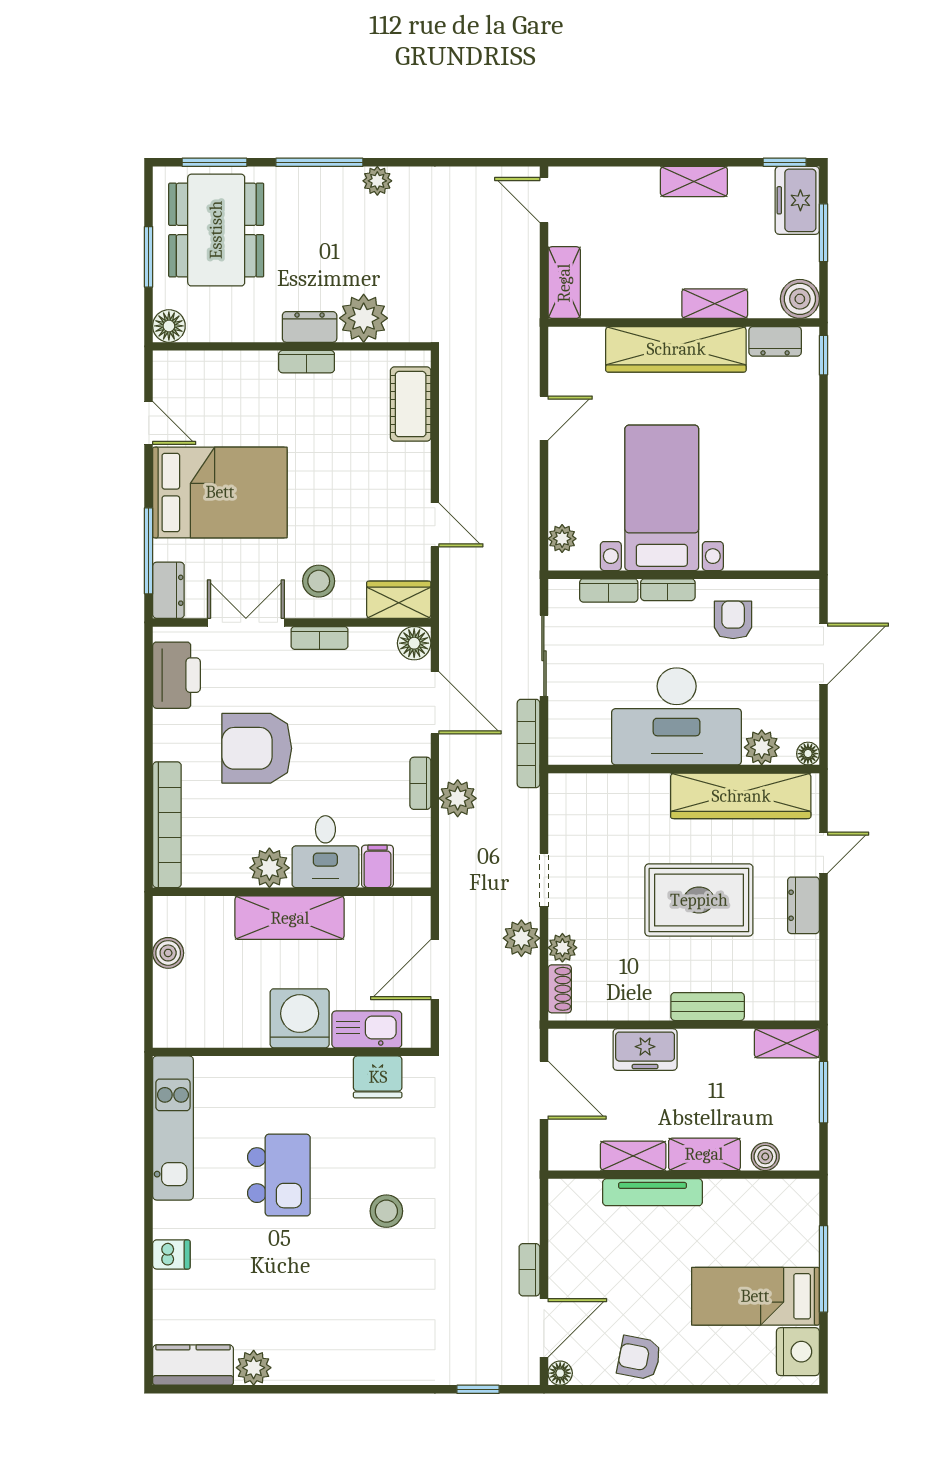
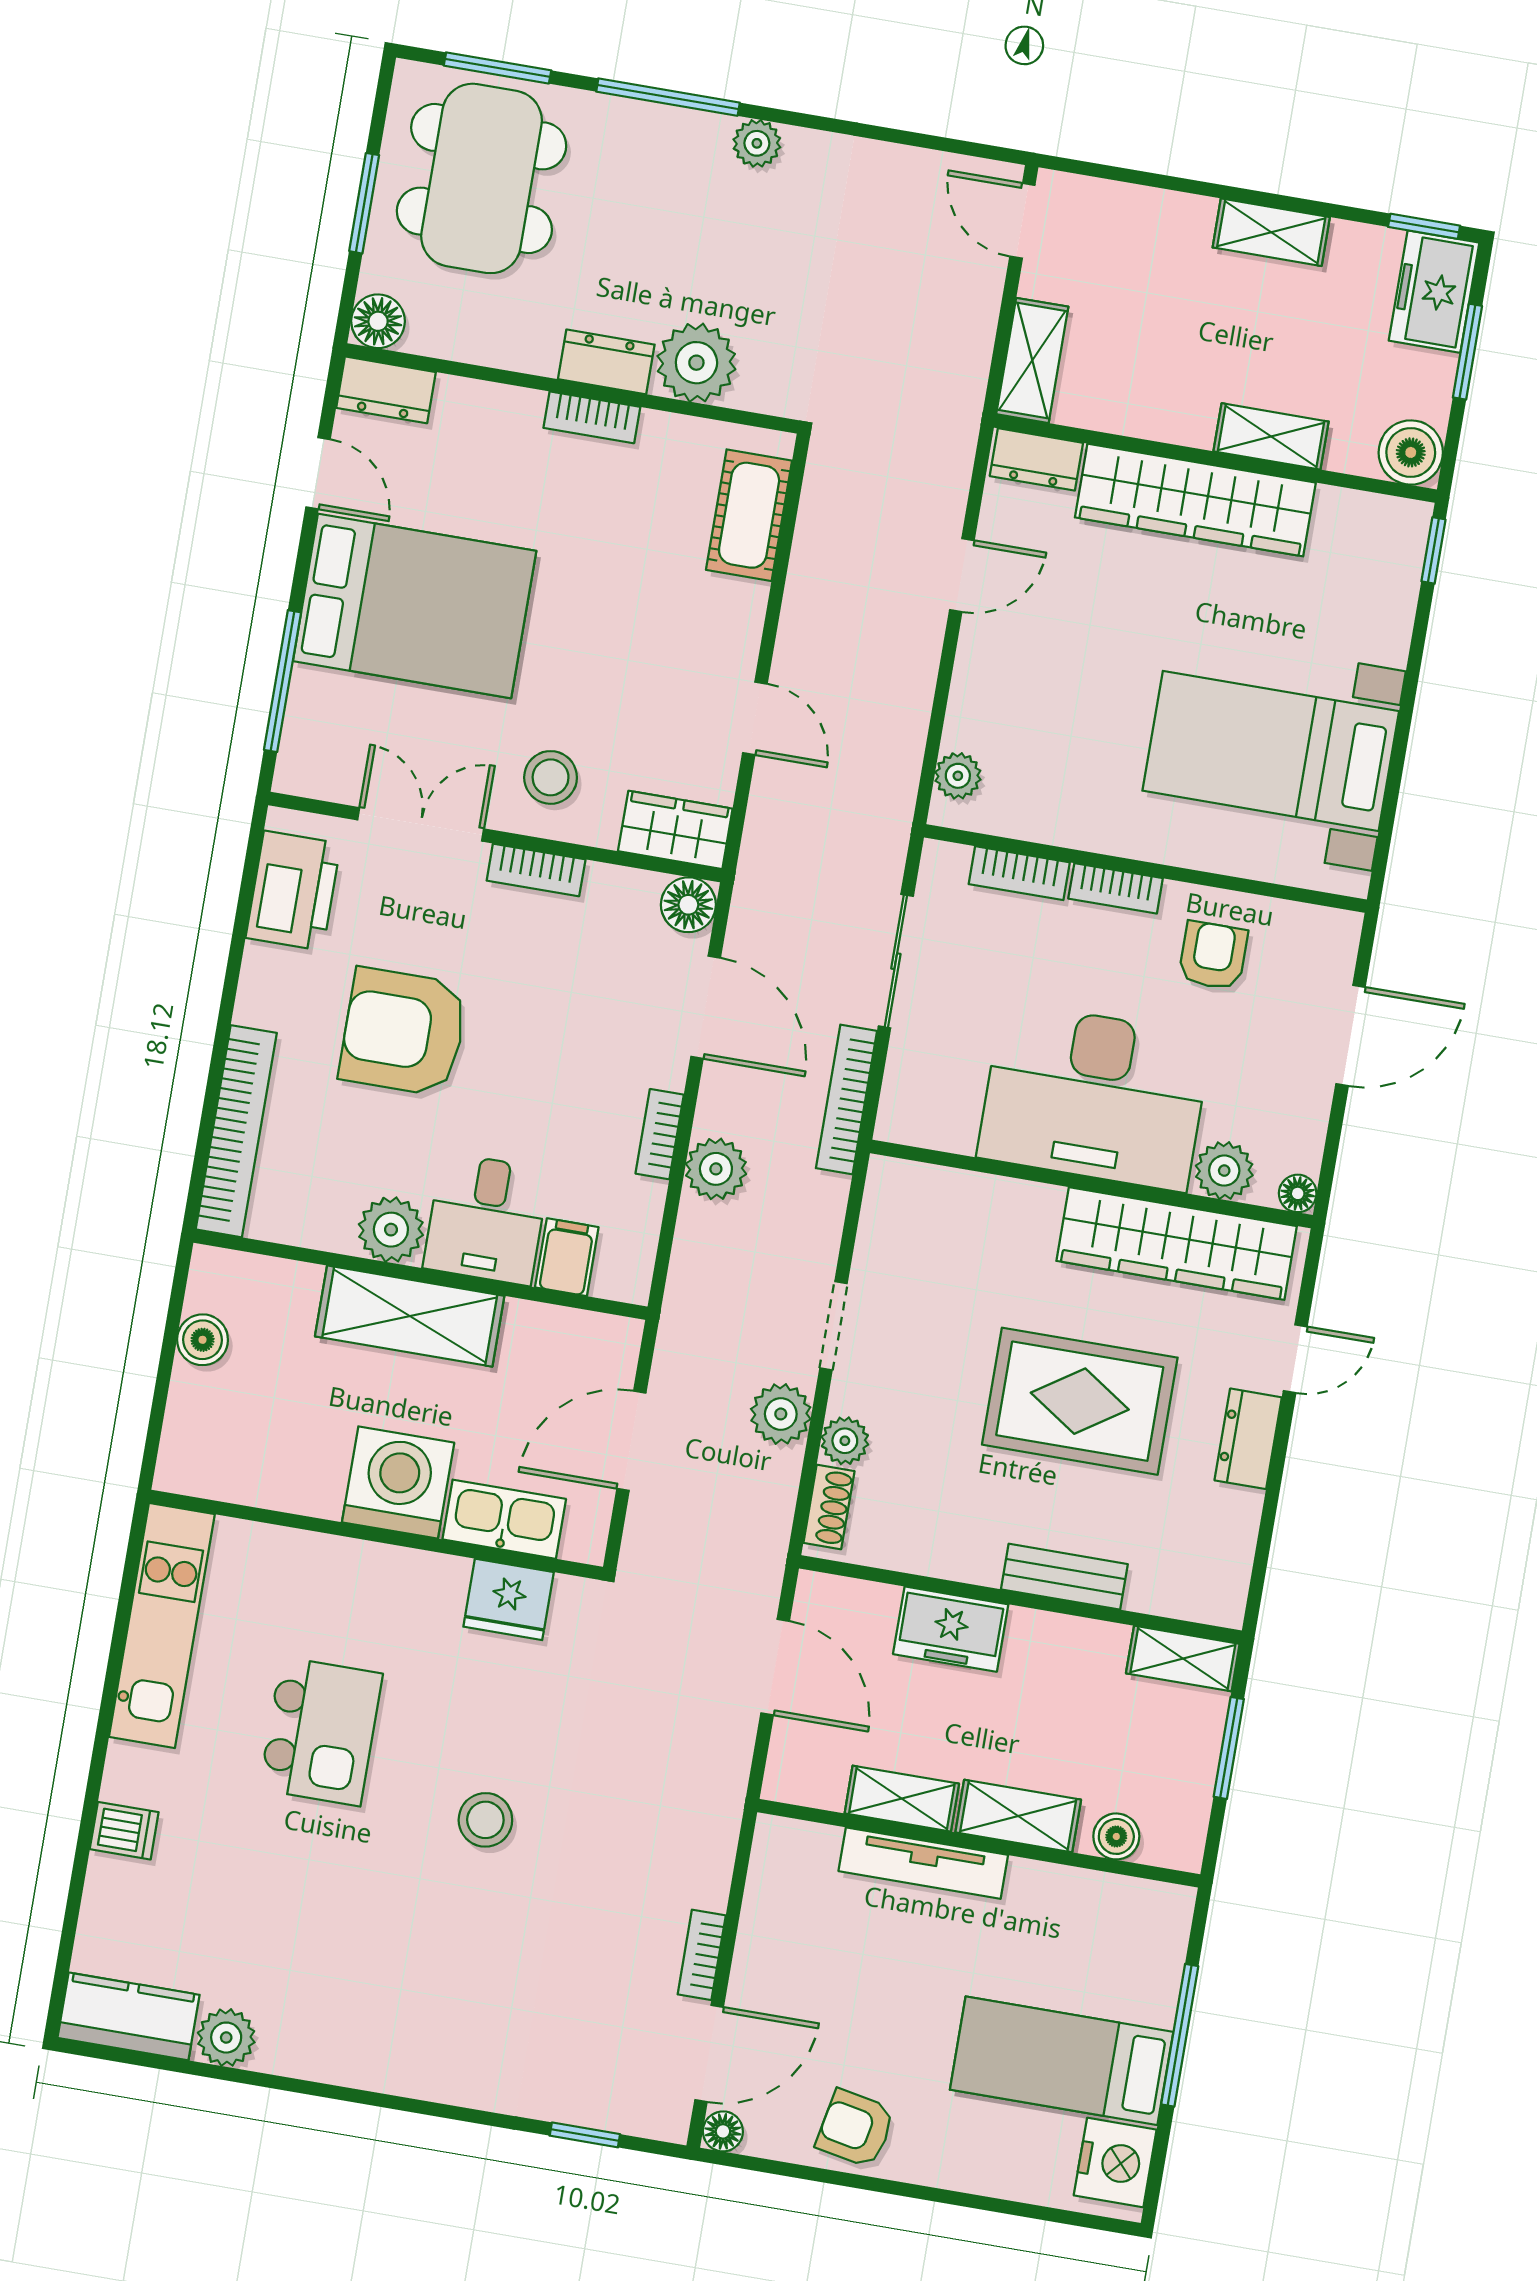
dresser: (775, 341) -> (1036, 459), moved
bed with nightstands: (662, 498) -> (1271, 751), moved, turned -90
dresser: (168, 590) -> (386, 390), moved, turned 90

